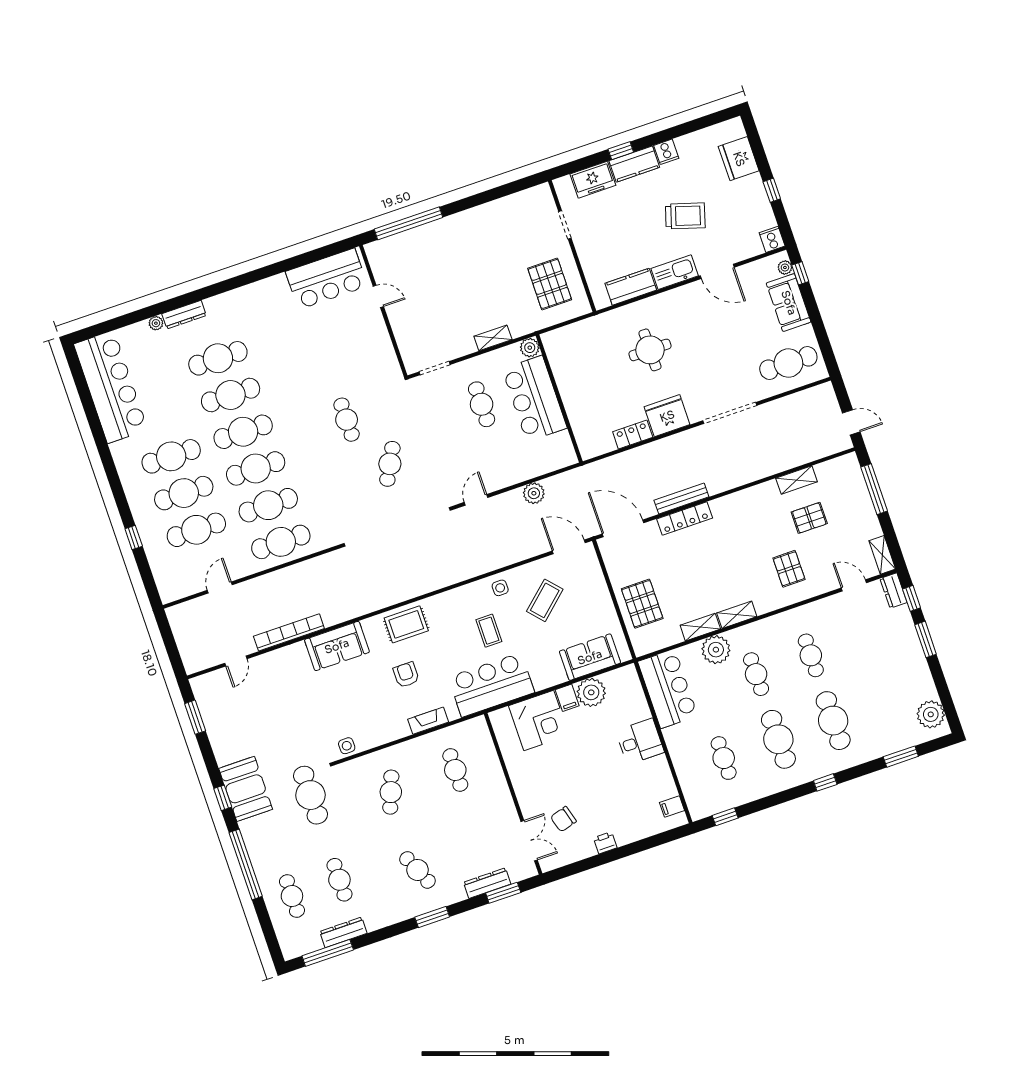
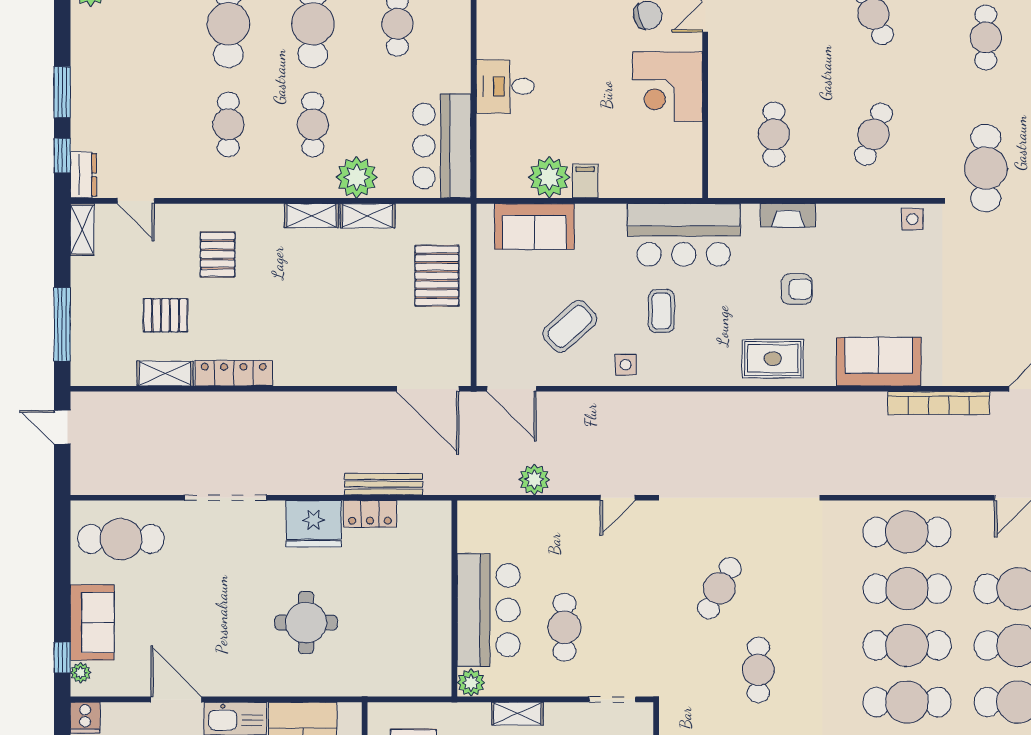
bench: (681, 499) -> (384, 484), moved
locker: (685, 519) -> (234, 373), moved
armchair: (406, 675) -> (797, 289), turned -90
corner desk: (539, 721) -> (667, 87), moved, turned -90

